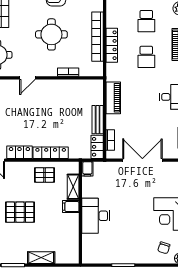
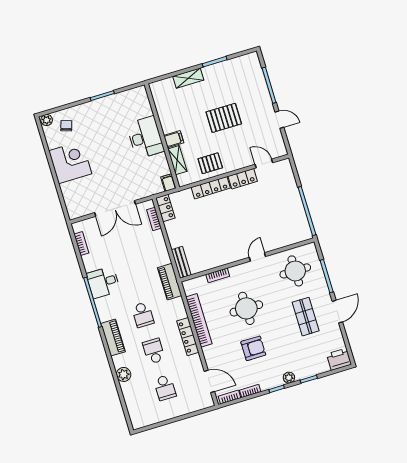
locker: (112, 45) -> (188, 337), moved
school desk: (146, 57) -> (143, 315), turned 180
piano: (113, 98) -> (170, 282), moved
bench: (98, 120) -> (181, 262), moved

